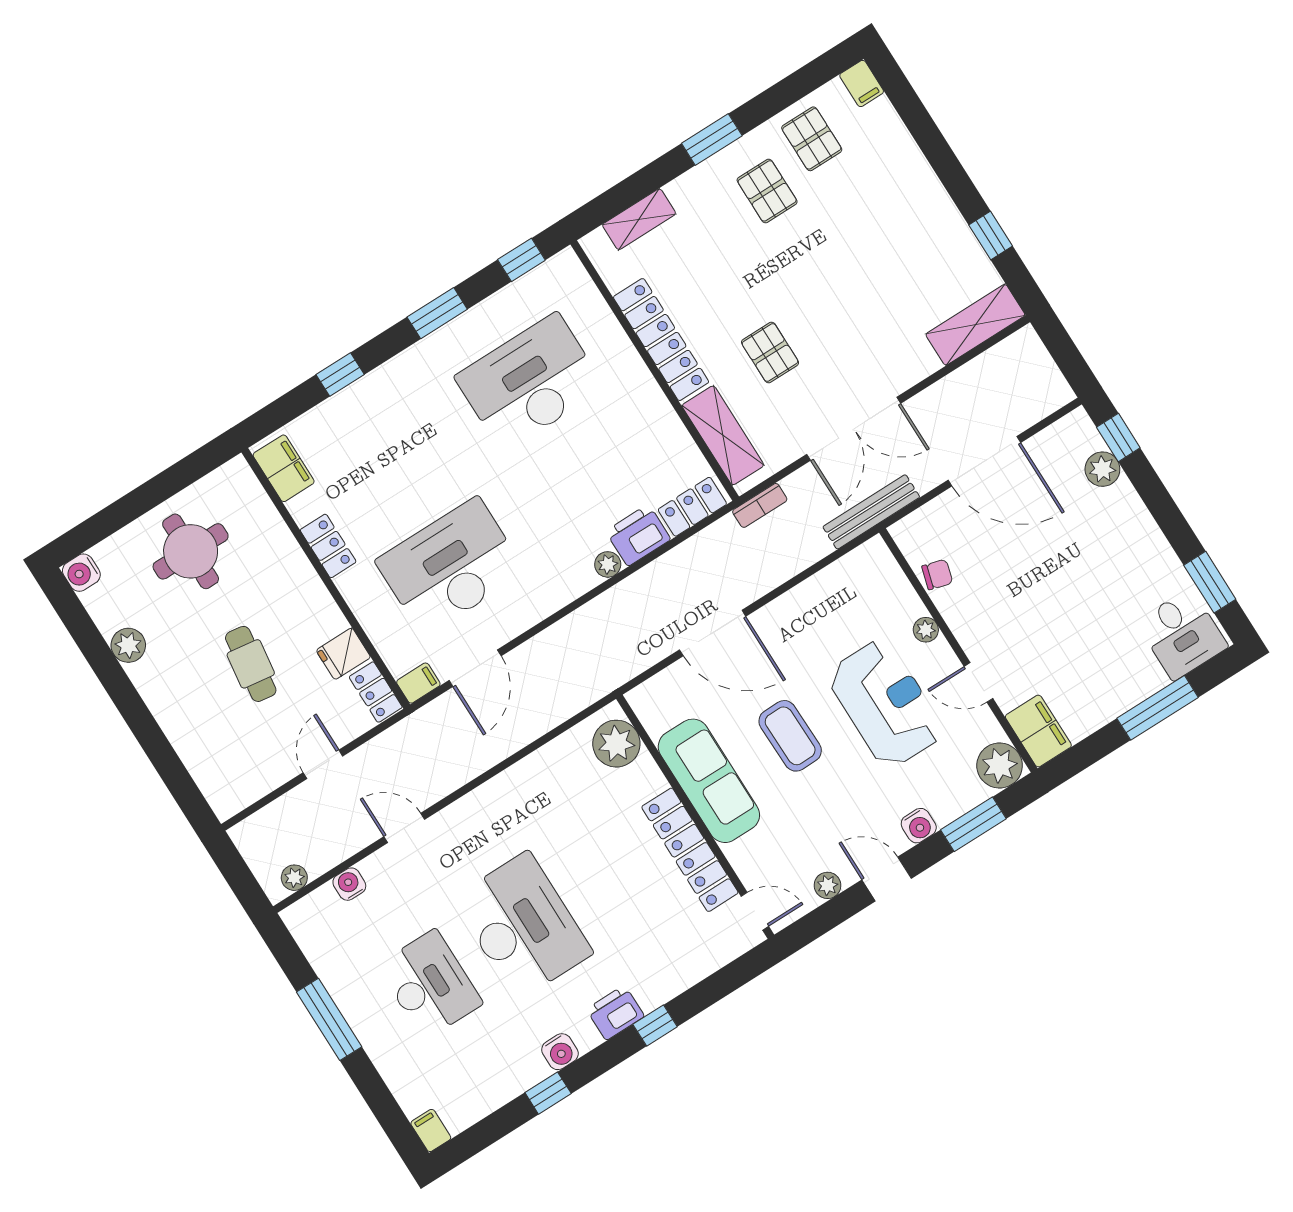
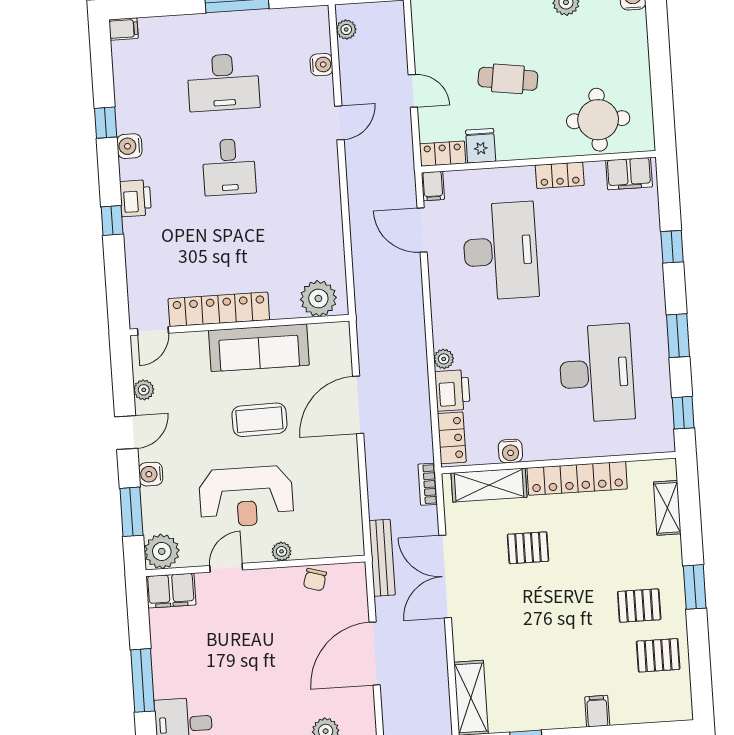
filing cabinet: (862, 83) -> (597, 711), moved, turned 90
water cooler: (671, 432) -> (510, 451), added
round table: (191, 551) -> (598, 120), moved
desk: (522, 926) -> (229, 167), width x0.53, depth x0.77

